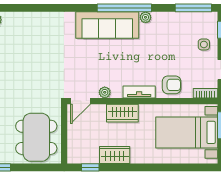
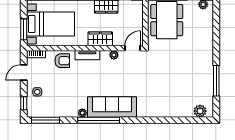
armchair: (172, 85) -> (62, 61), turned 180

